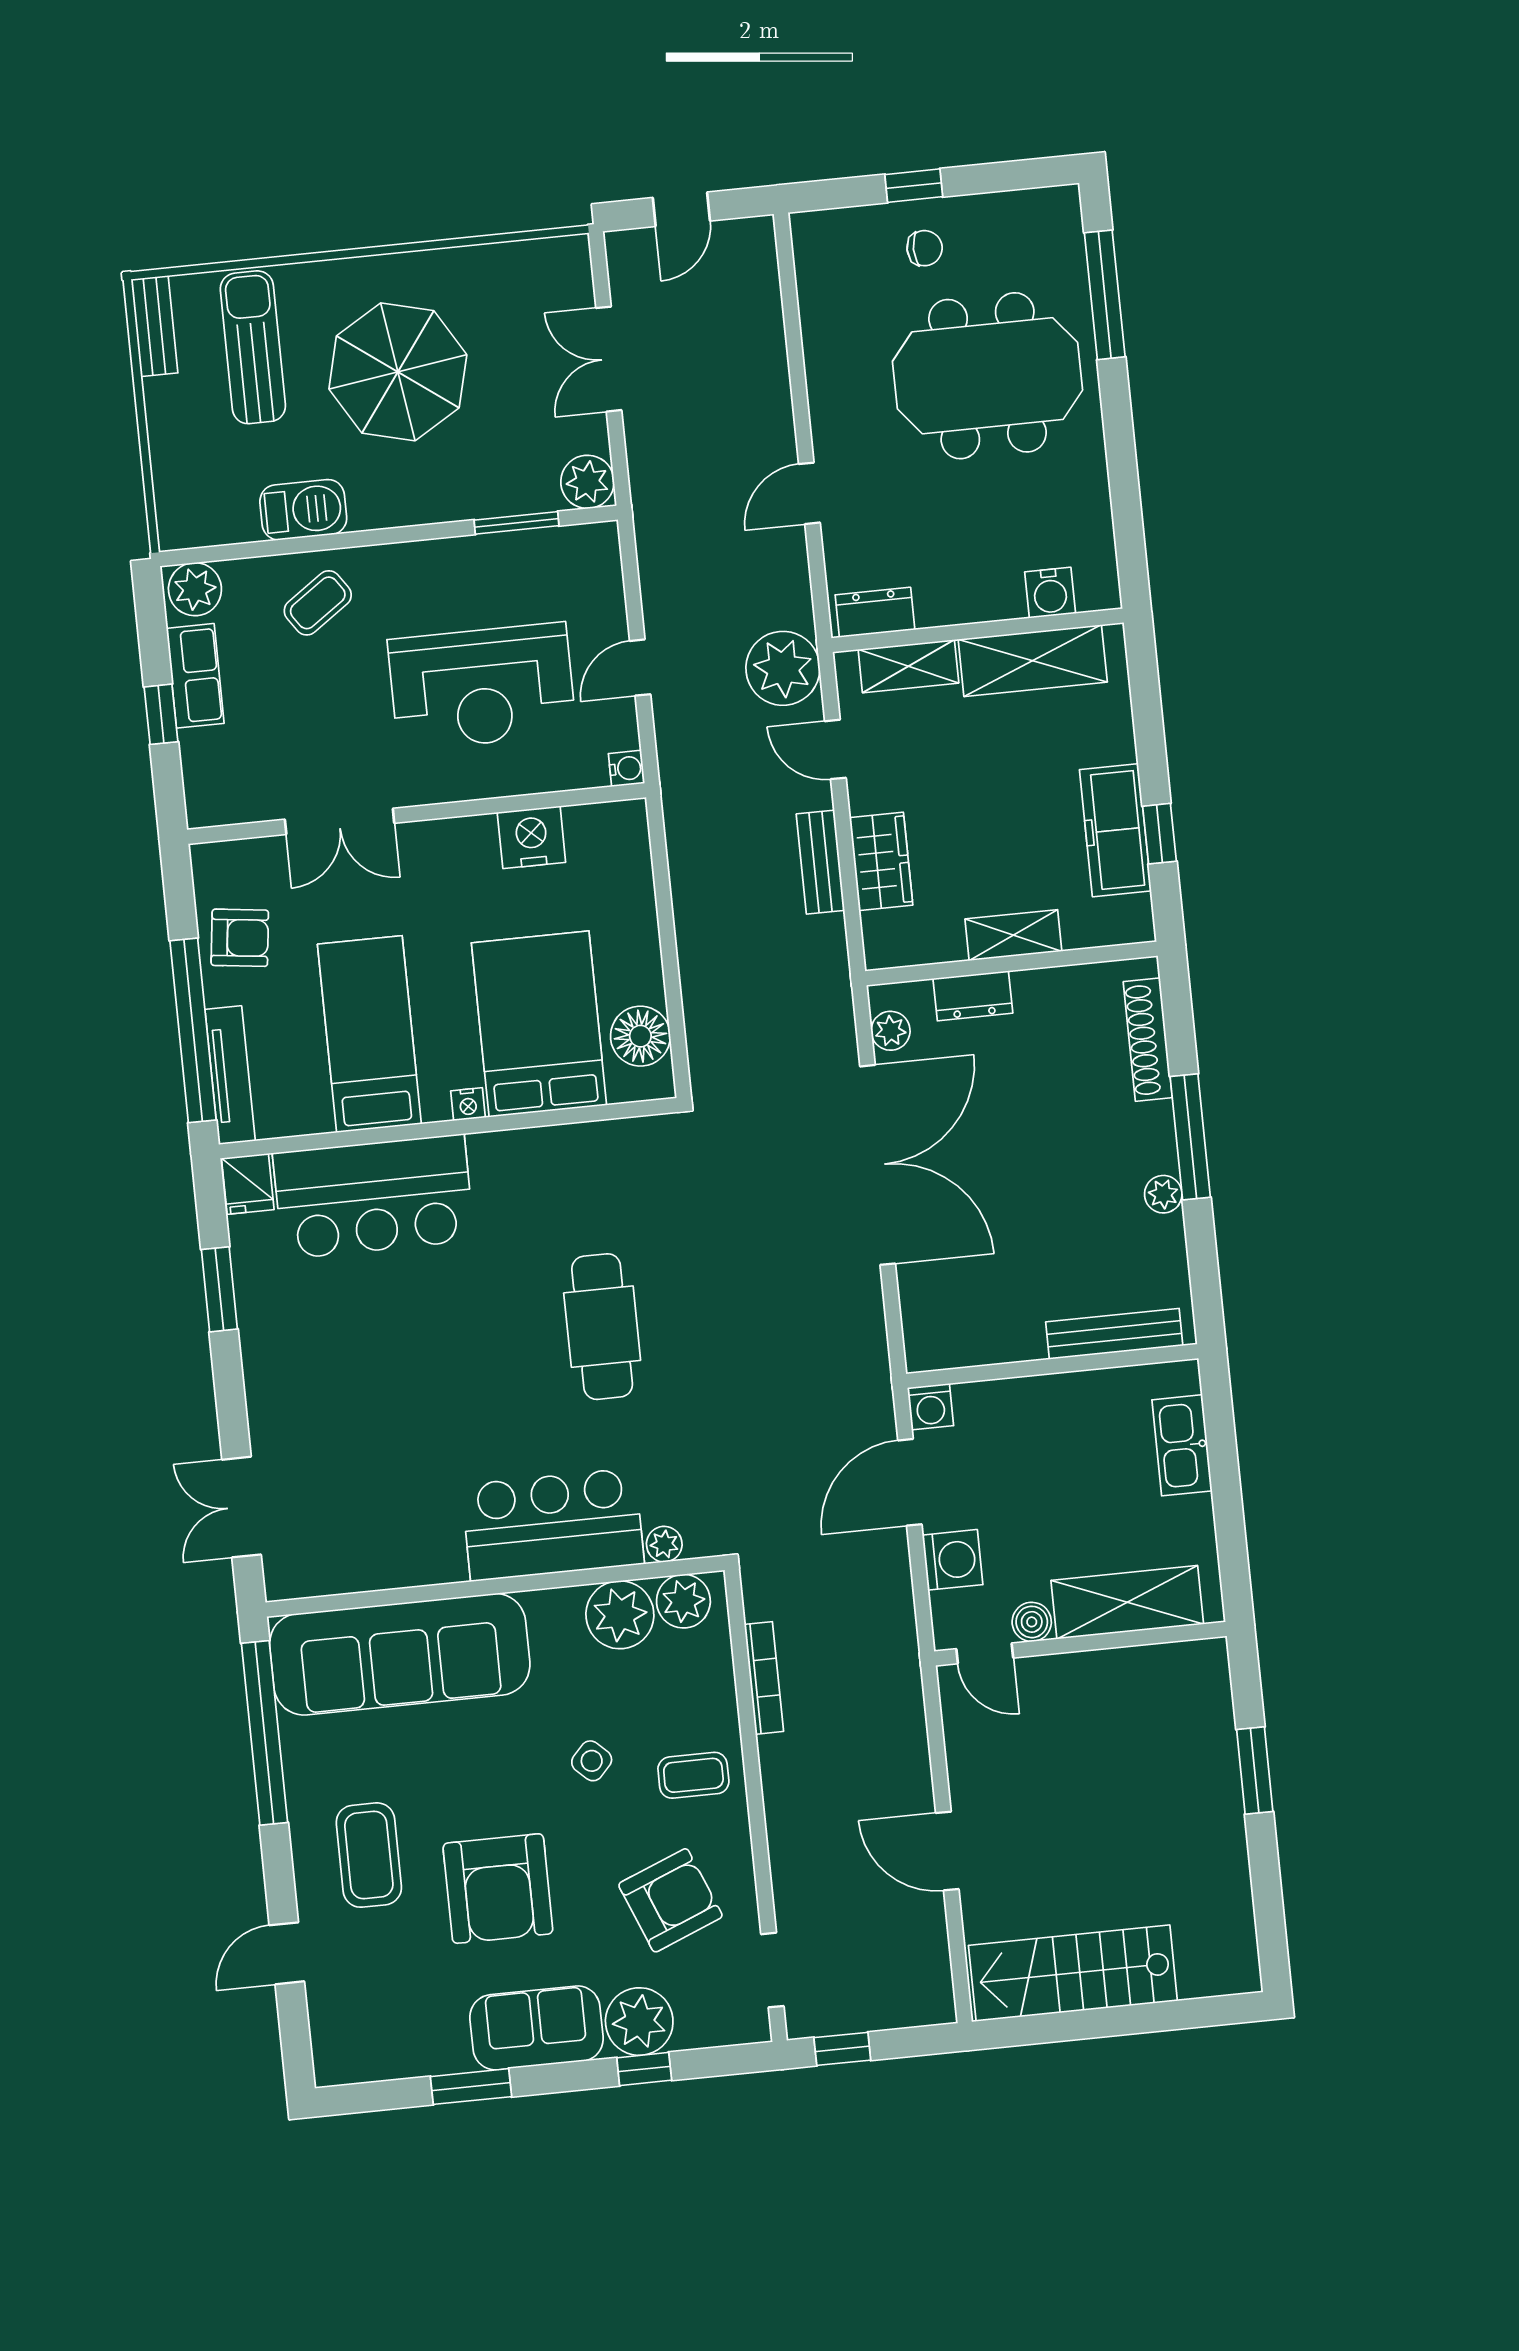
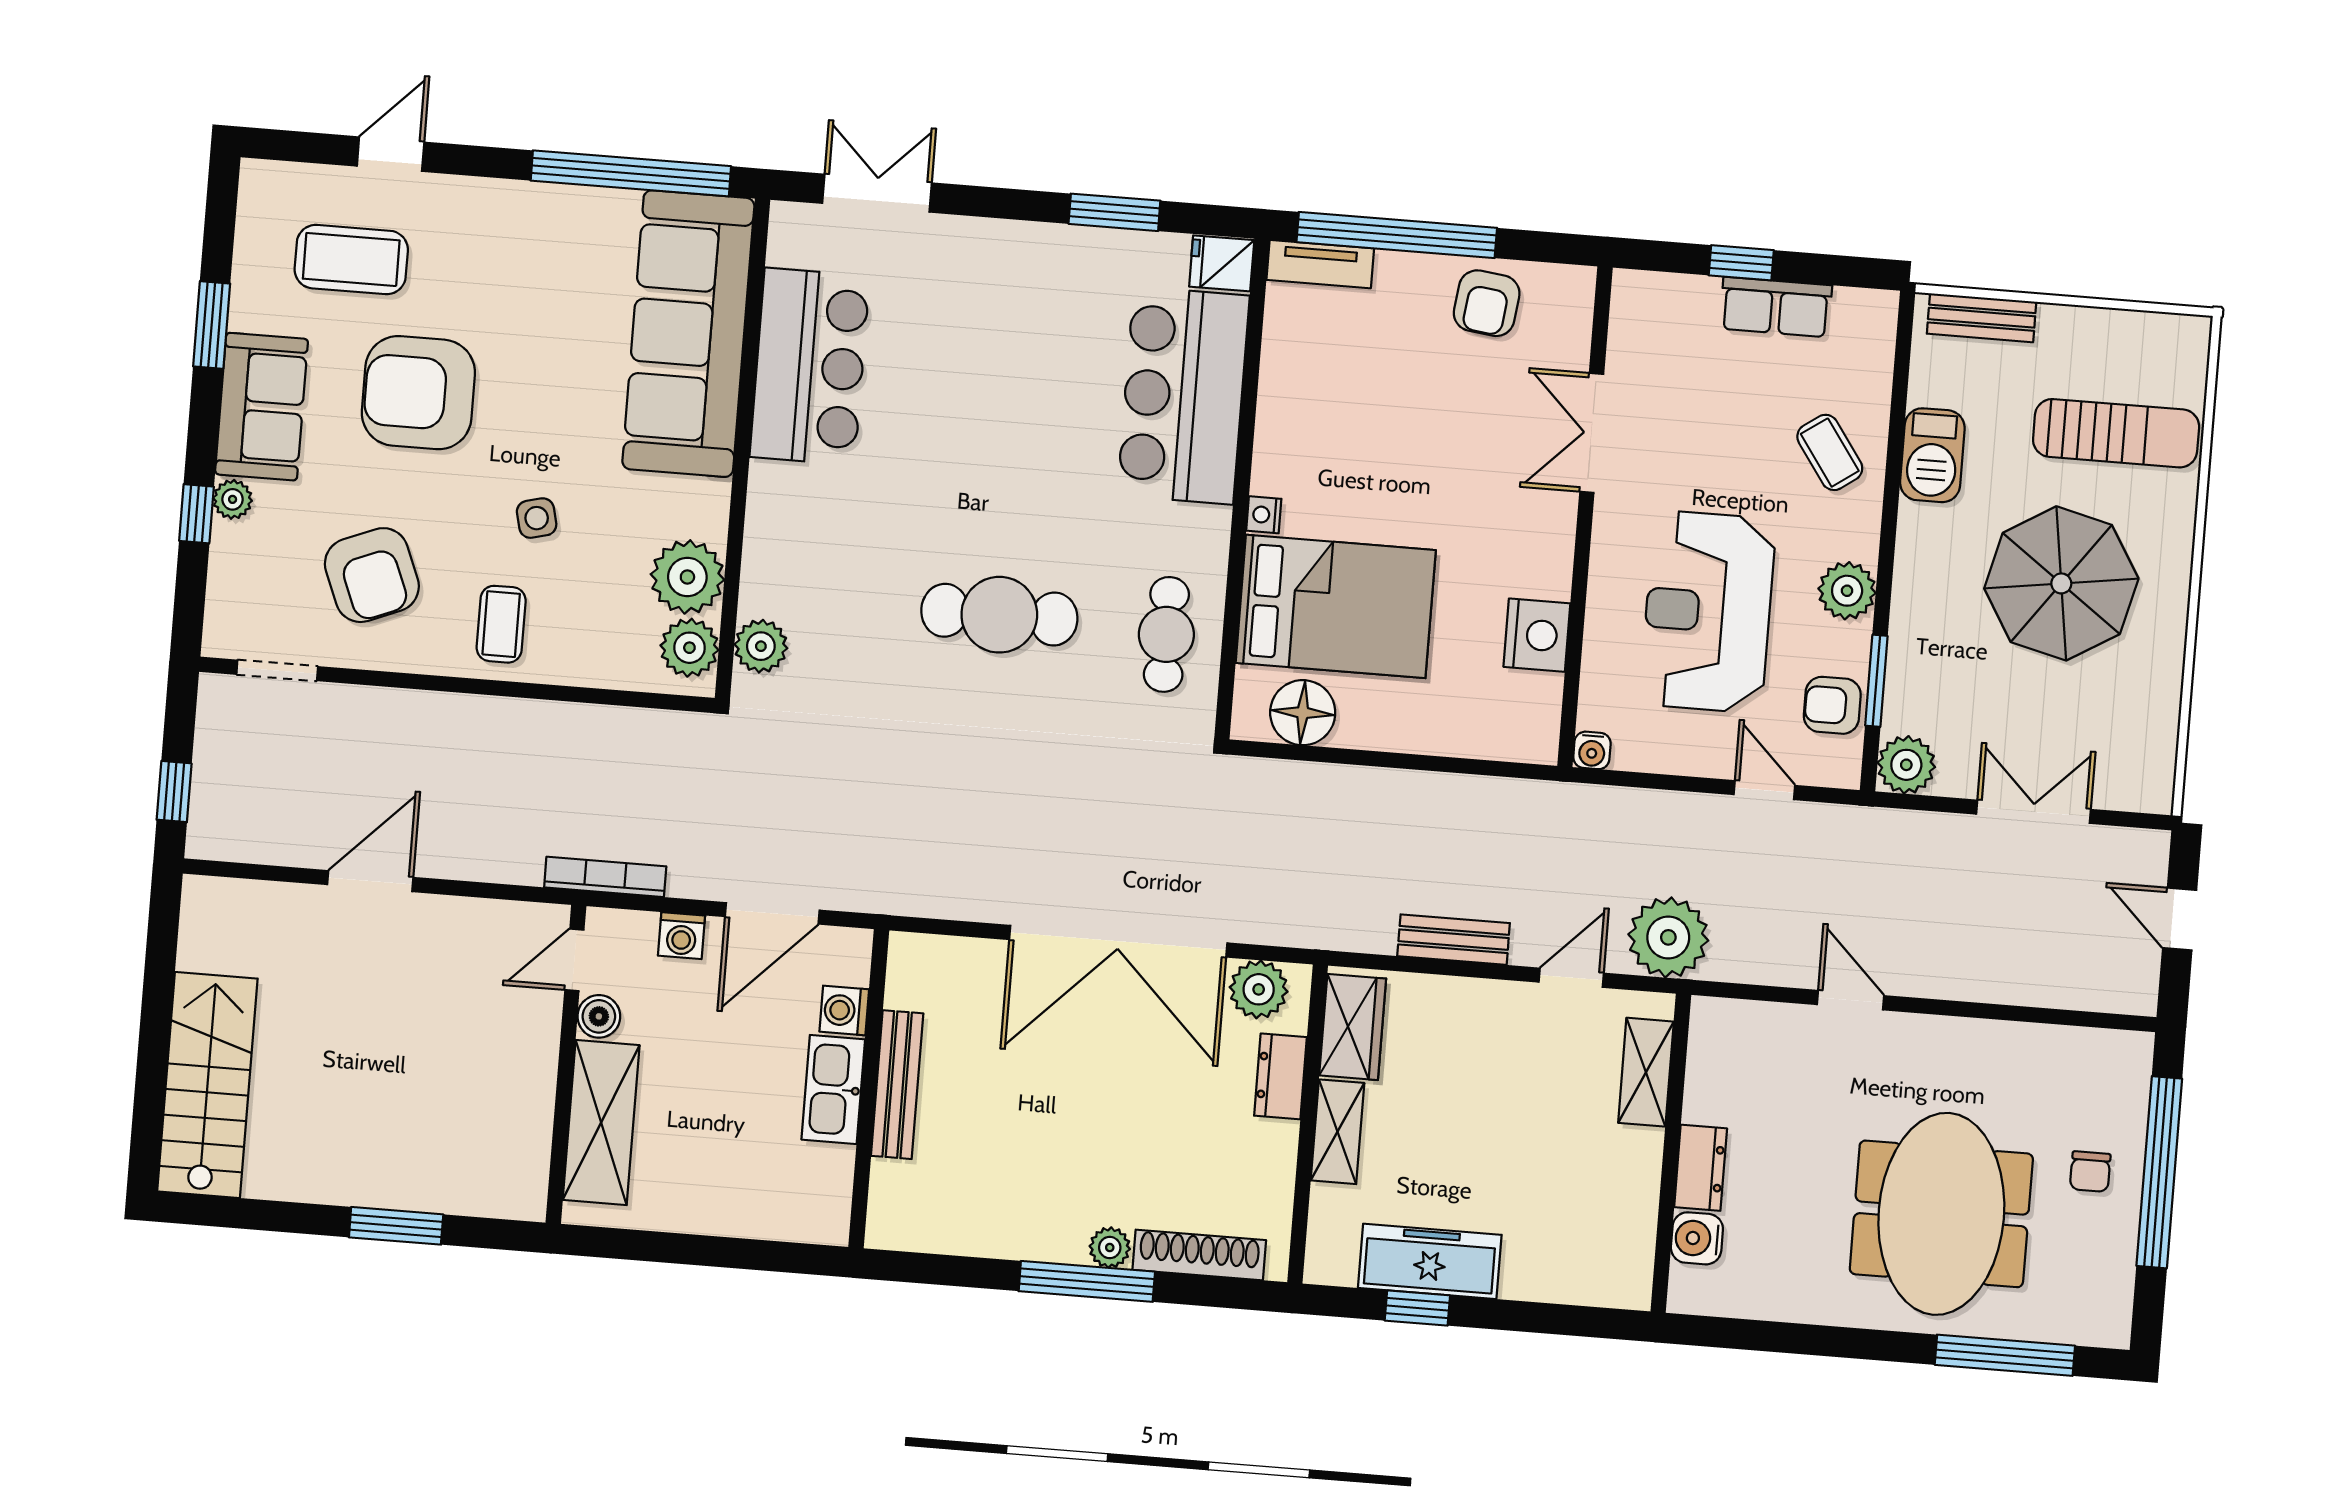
window: (914, 186) -> (2159, 1172), width x3.17
bench: (154, 326) -> (1982, 318), moved
armchair: (546, 559) -> (1832, 705), added
plant: (195, 589) -> (1847, 591), moved
dresser: (875, 612) -> (1701, 1168), moved
shelving: (1033, 661) -> (1627, 1206), removed
door: (640, 668) -> (1764, 790), moved
wardrobe: (881, 861) -> (1353, 1027), moved, turned -90
plant: (891, 1031) -> (1259, 989), width x1.38, depth x1.38
bed: (369, 1034) -> (1358, 423), removed
tv unit: (230, 1075) -> (1320, 264), width x0.71
cafe table: (592, 1172) -> (1166, 634), added
plant: (1163, 1194) -> (1110, 1248), moved
bench: (1114, 1334) -> (897, 1085), moved
washing machine: (930, 1407) -> (844, 1010), moved
kitchen sink: (1182, 1445) -> (833, 1089), moved, turned -90
door: (910, 1482) -> (772, 913), swing flipped
bar counter: (553, 1525) -> (810, 366), moved
plant: (664, 1544) -> (761, 646), width x1.38, depth x1.38
washing machine: (953, 1560) -> (681, 936), width x0.73, depth x0.73
bookcase: (764, 1678) -> (605, 877), moved, turned 180
side table: (592, 1761) -> (537, 518), turned 33
coffee table: (369, 1855) -> (351, 260), moved
door: (287, 1953) -> (391, 154), hinge flipped
stairs: (1073, 1973) -> (207, 1085), moved
plant: (639, 2022) -> (233, 499), width x0.53, depth x0.53
window: (842, 2049) -> (174, 792), moved

